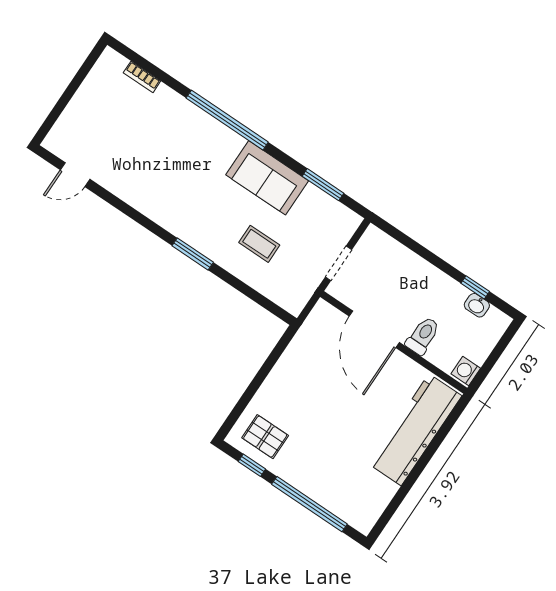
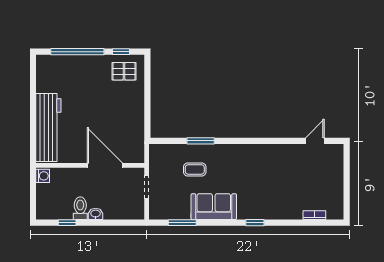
window: (227, 120) -> (255, 223), width x0.32
window: (193, 254) -> (201, 141), moved
washbasin: (477, 305) -> (96, 214), moved
toilet: (423, 336) -> (80, 208), moved, turned 180

